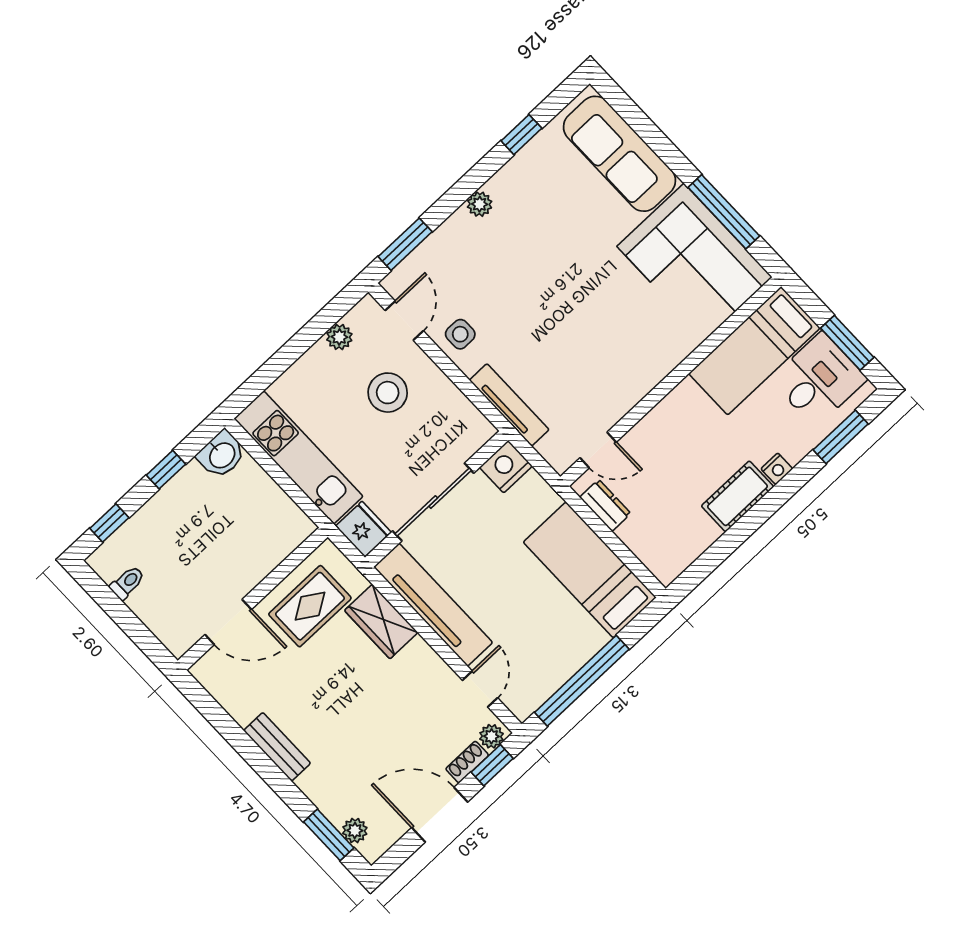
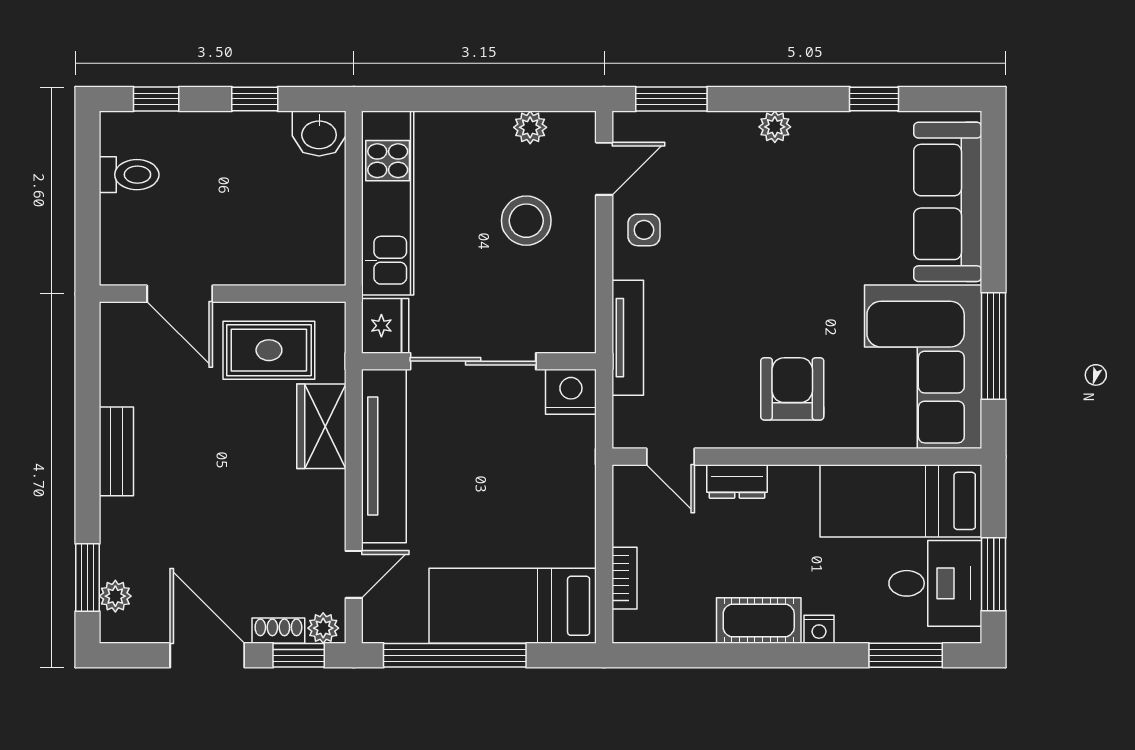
armchair: (631, 345) -> (792, 389), added
dresser: (605, 505) -> (737, 481), moved, turned 90
bookcase: (637, 545) -> (624, 578), added
bed: (590, 570) -> (513, 606), moved, turned -90
toilet: (127, 583) -> (129, 175), width x1.37, depth x1.39

